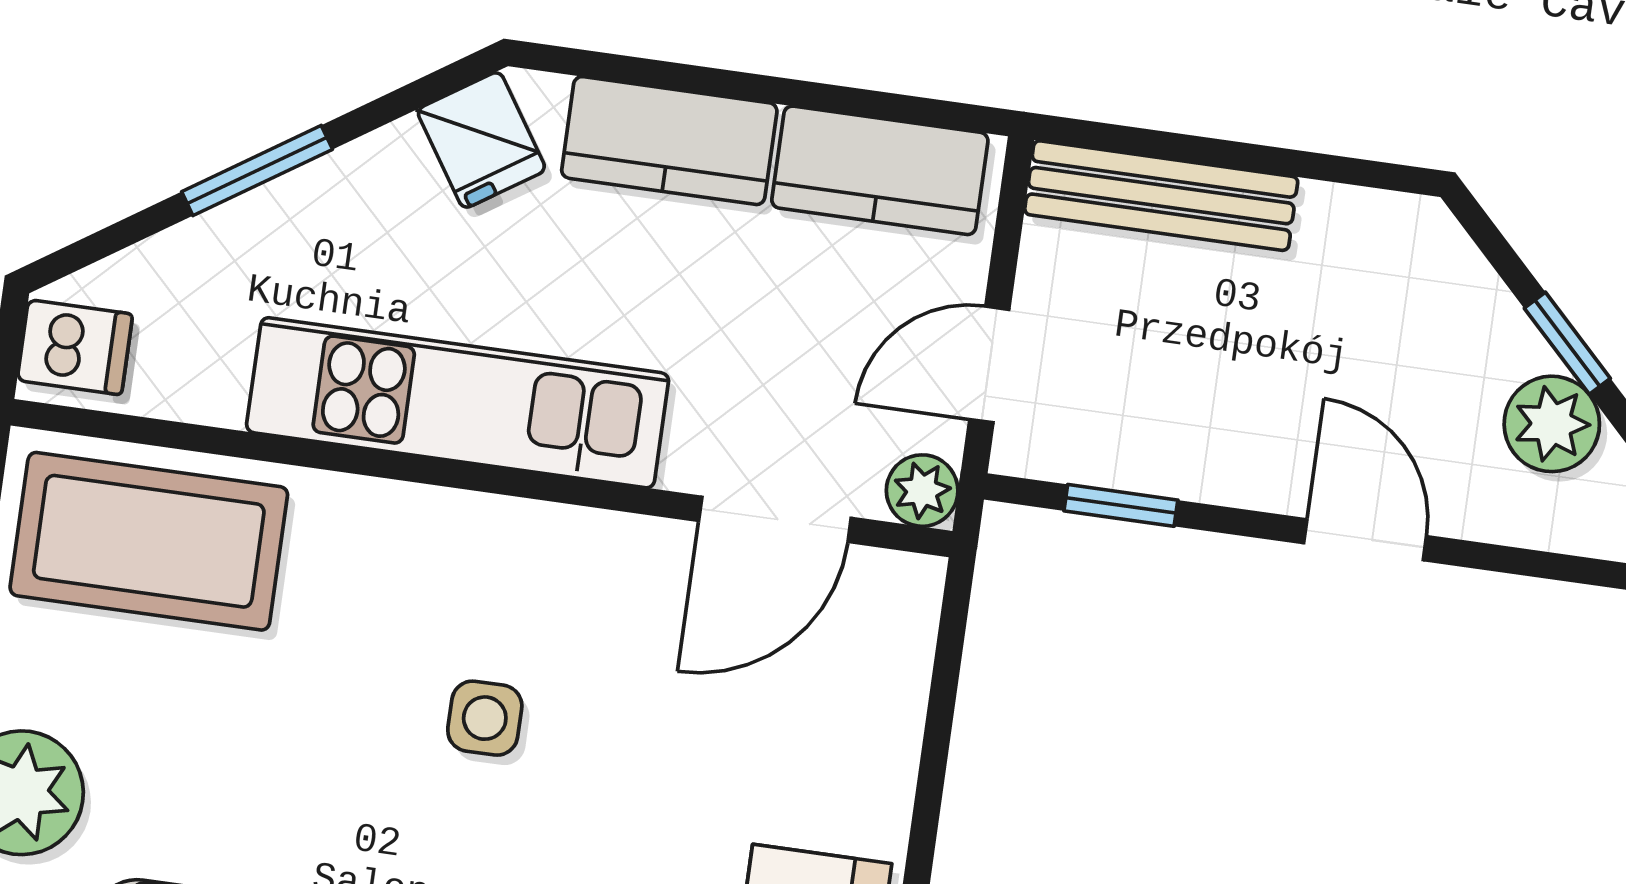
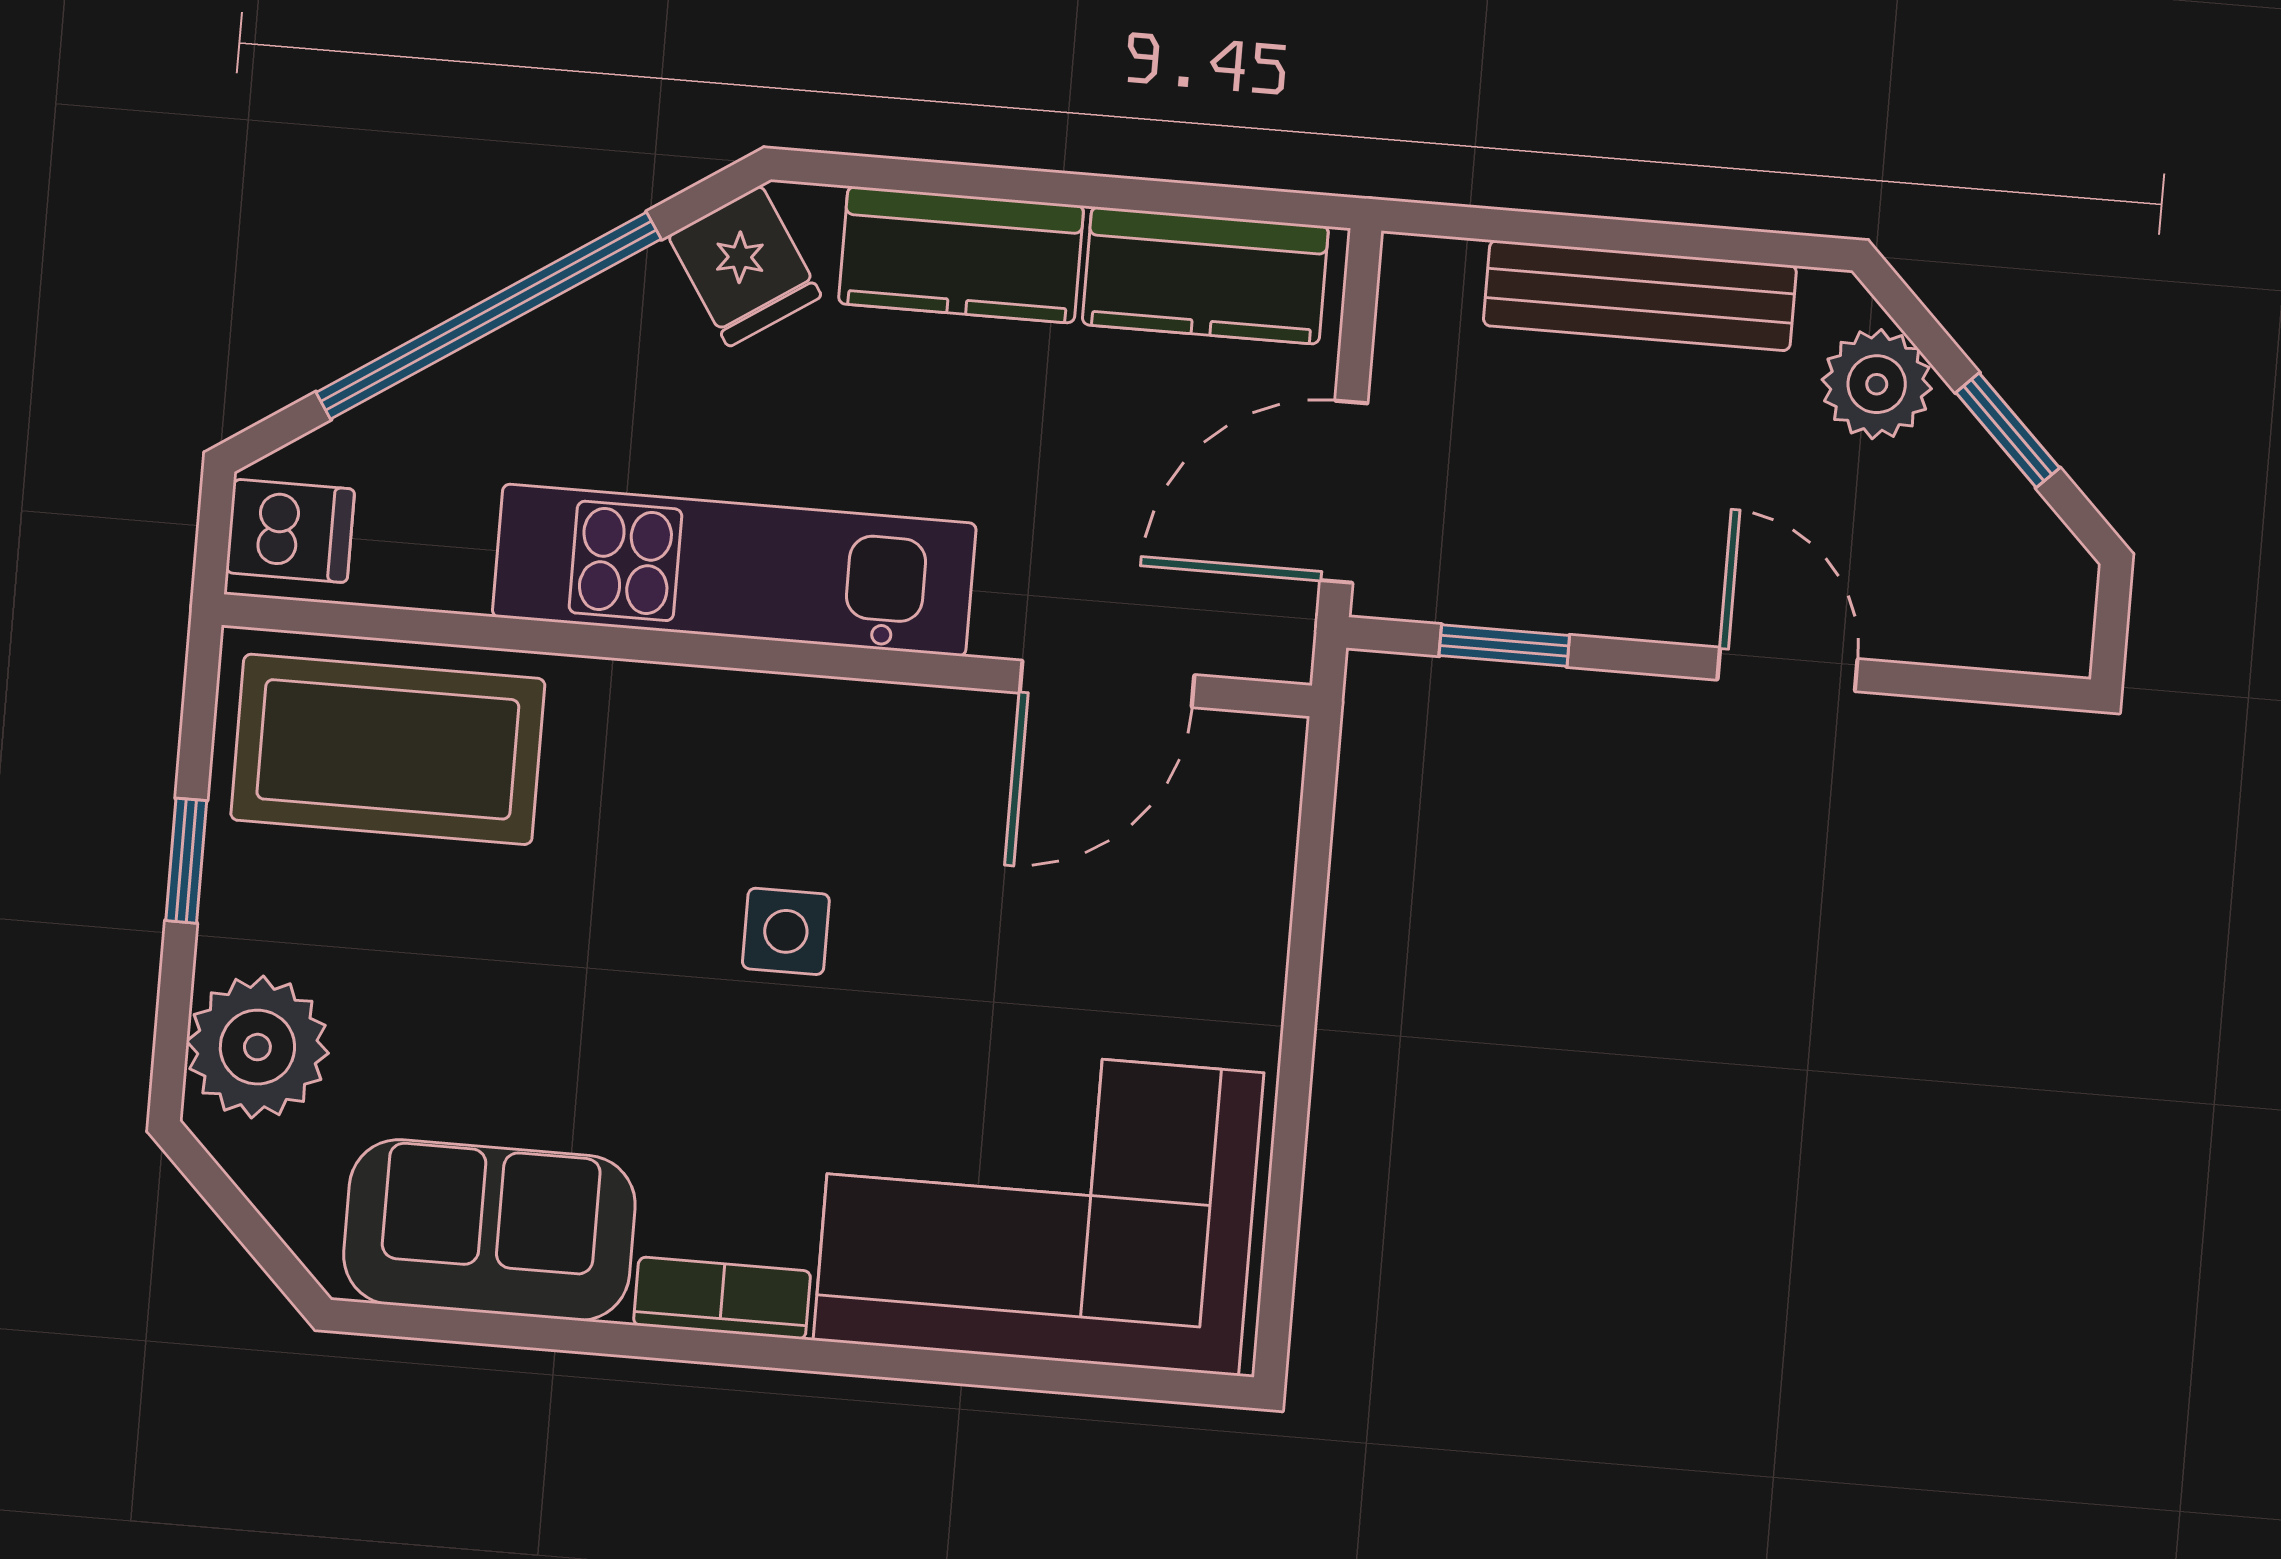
window: (257, 170) -> (489, 316), width x2.11
bench: (1161, 196) -> (1640, 296), moved
door: (989, 364) -> (1344, 492), width x1.38
plant: (1552, 424) -> (1877, 384), moved
plant: (922, 491) -> (1275, 641), removed

